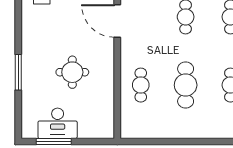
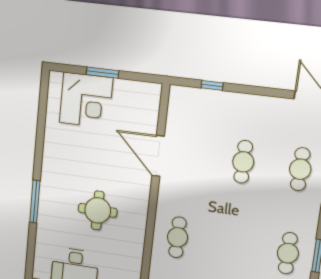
cafe table: (186, 85) -> (232, 245), removed

